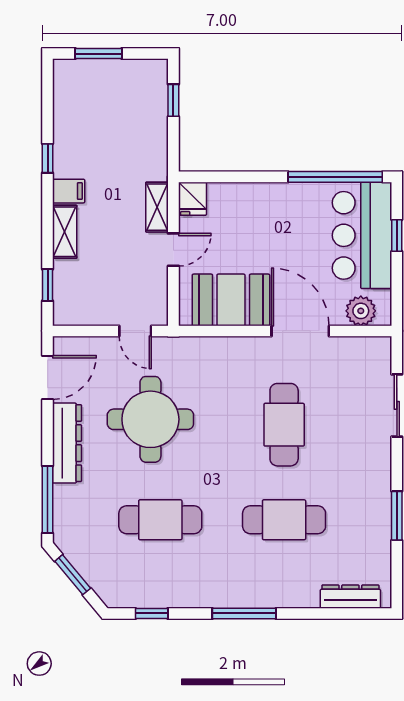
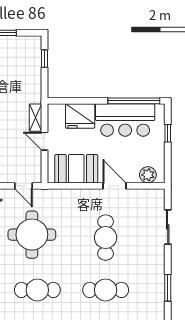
fridge: (192, 199) -> (80, 116), moved, width x1.88, depth x1.34
bar counter: (362, 235) -> (125, 120), moved, turned -90
door: (173, 250) -> (45, 141), swing flipped
door: (300, 331) -> (114, 186), width x0.73

